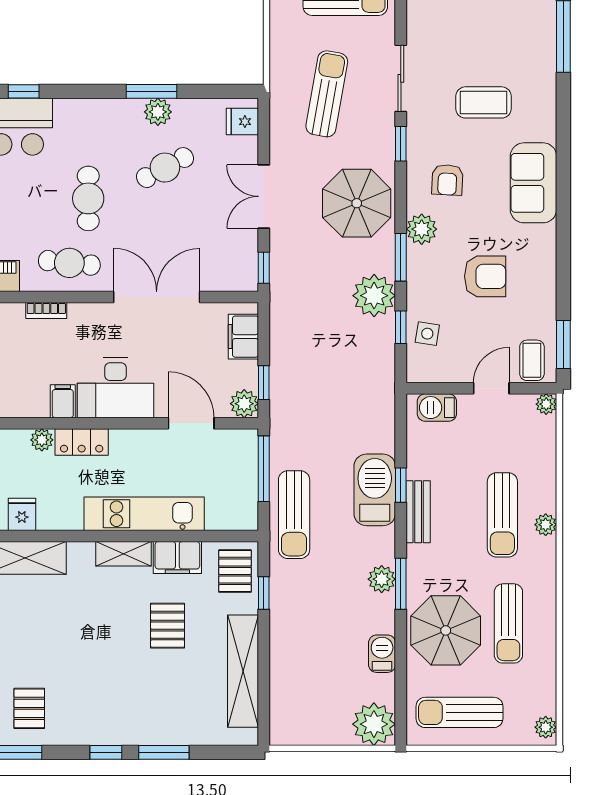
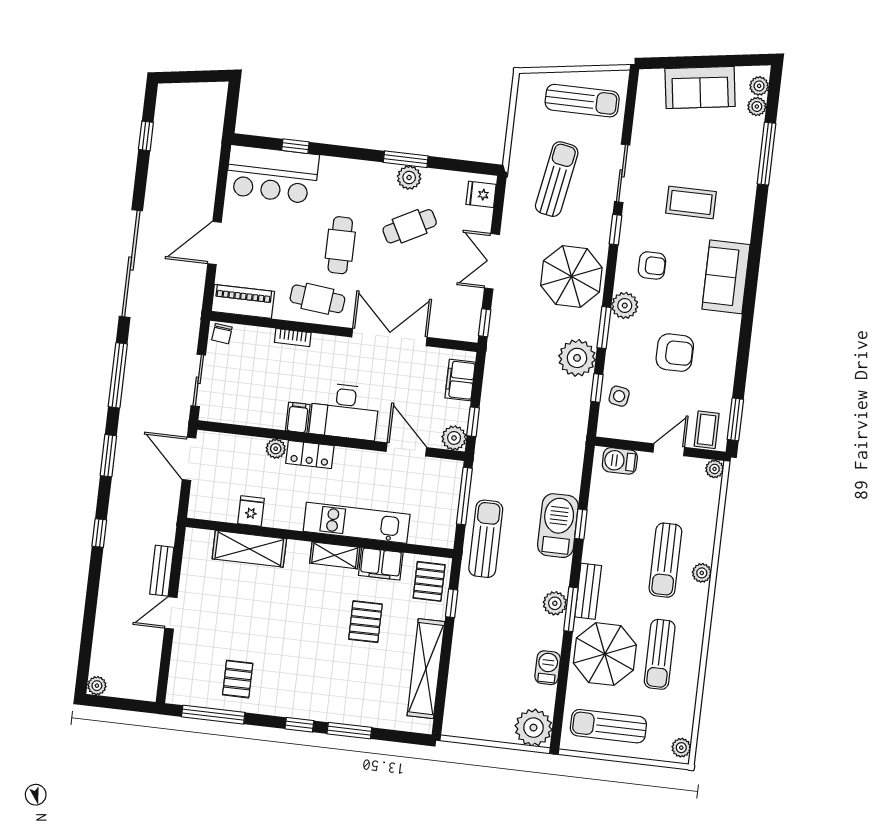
armchair: (447, 180) -> (652, 265), turned -93
bench: (418, 512) -> (588, 591), moved
sun lounger: (294, 515) -> (486, 539), turned 180

